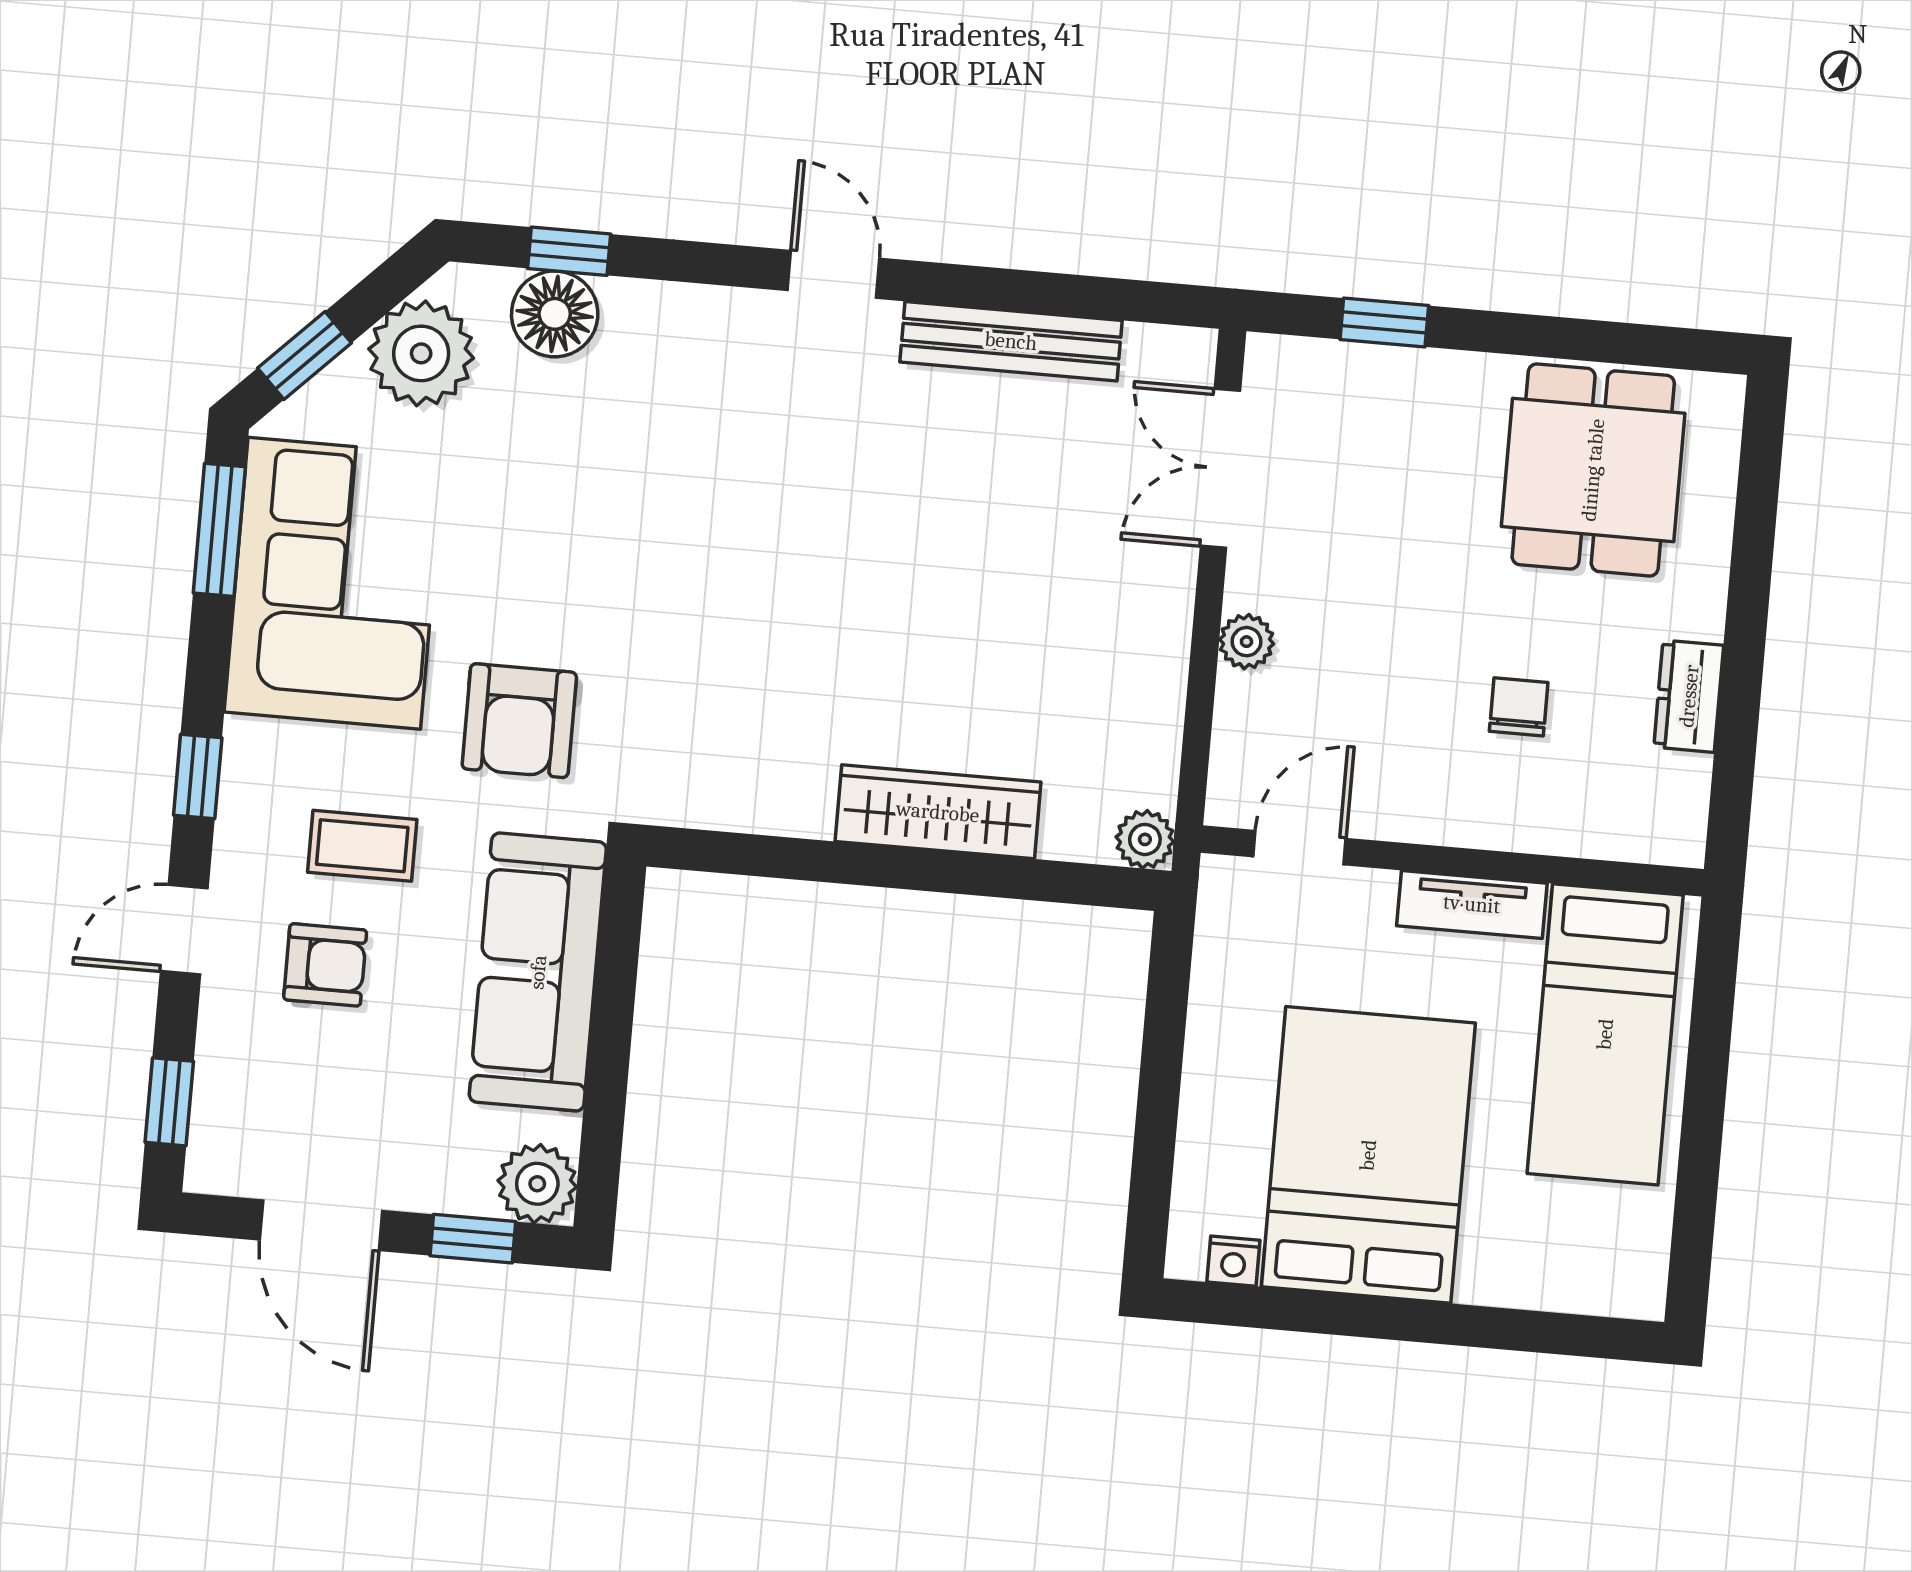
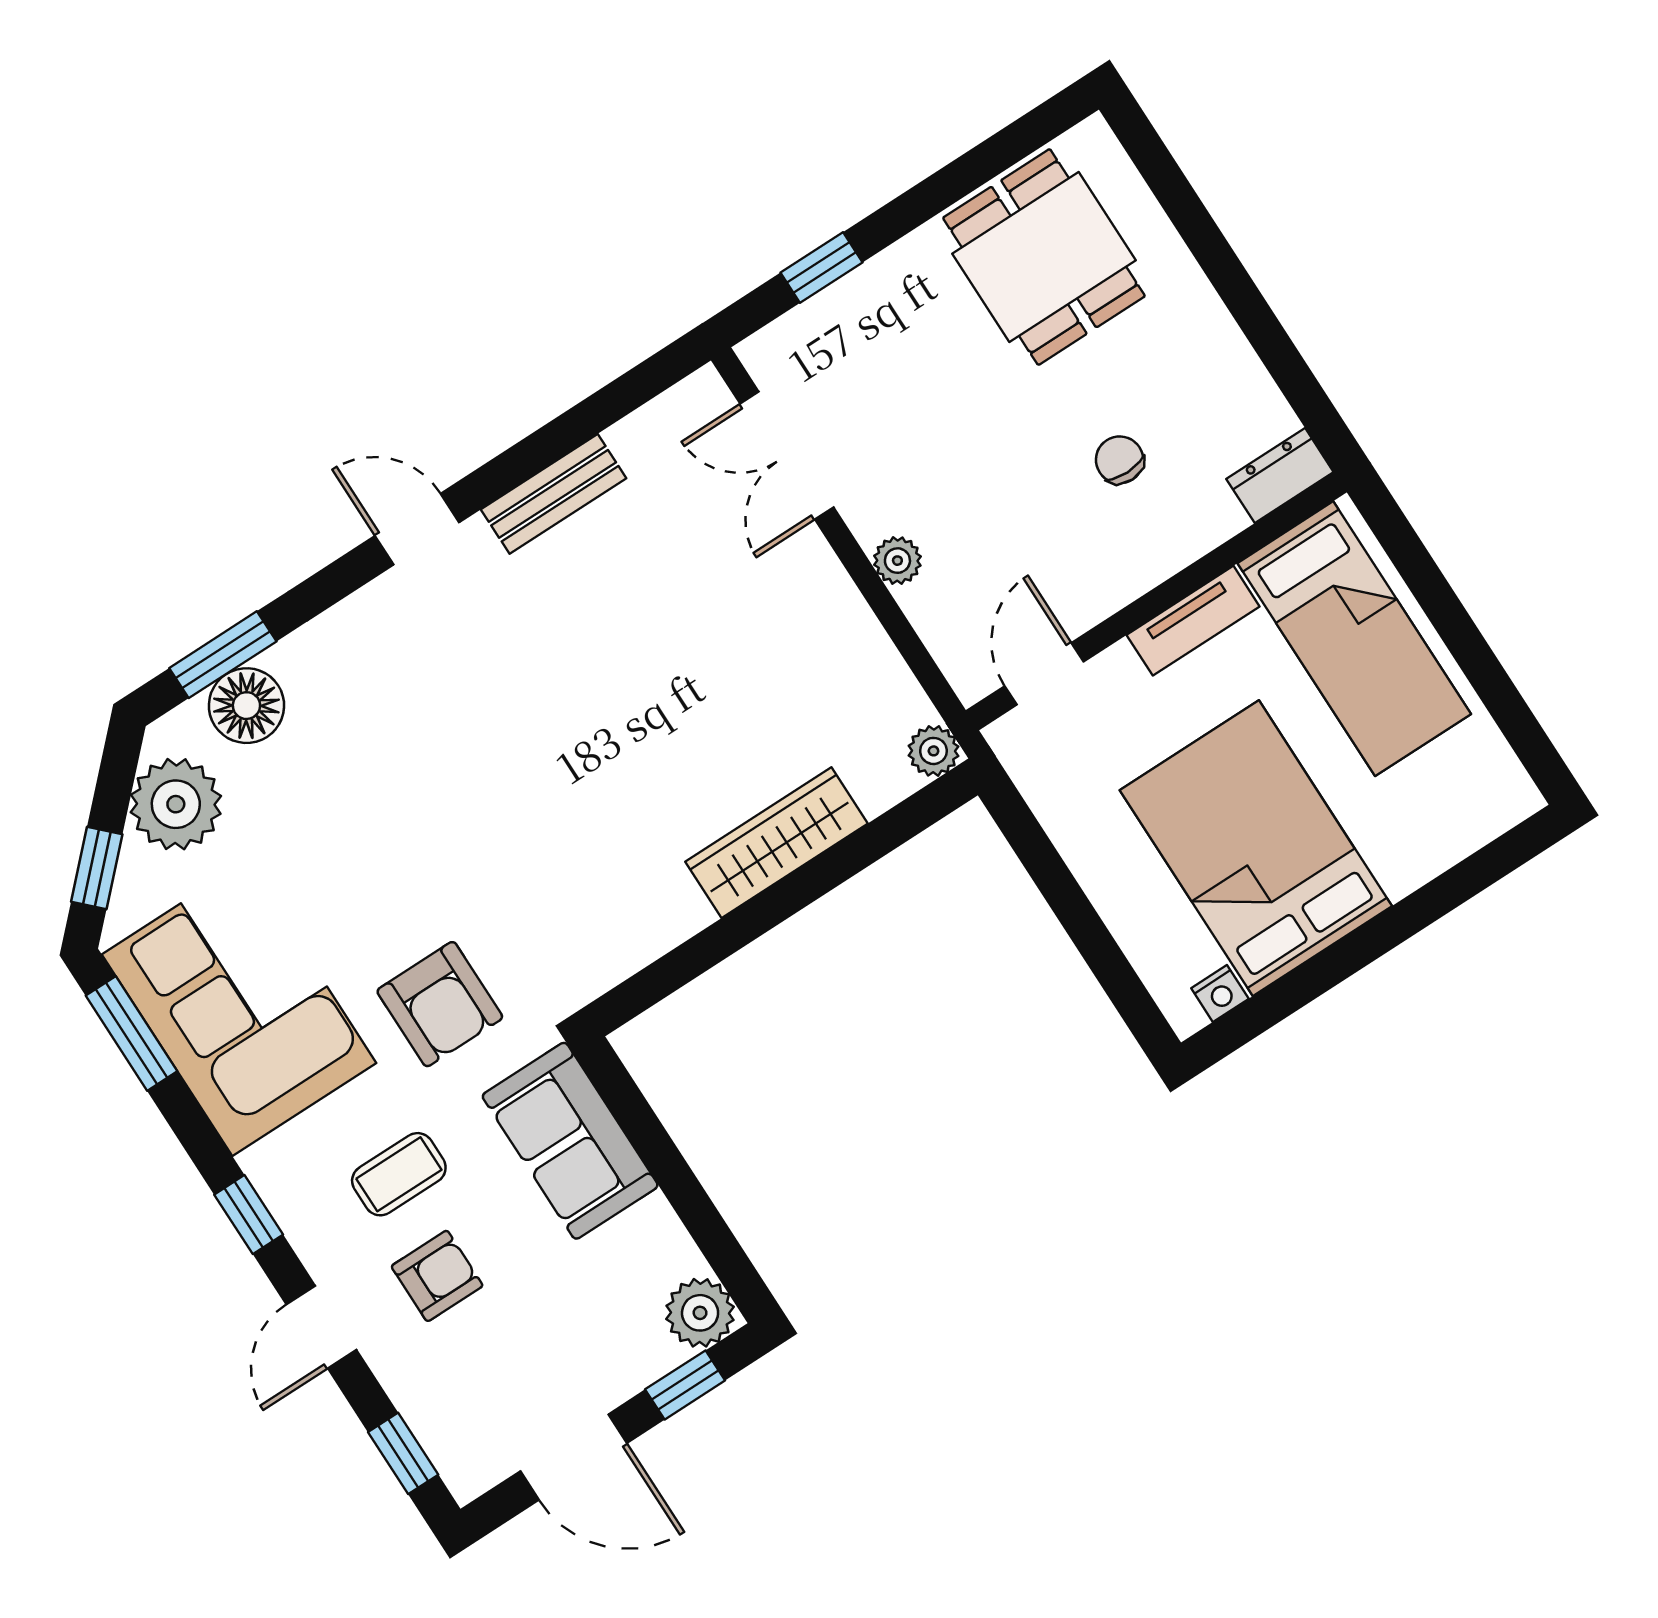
window: (569, 251) -> (223, 655), width x1.50
bench: (1011, 341) -> (554, 494), width x0.73
dresser: (1689, 696) -> (1280, 475), moved, turned 90
sofa: (538, 972) -> (570, 1141), width x0.73

